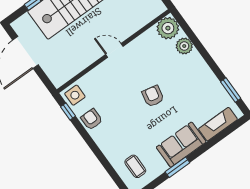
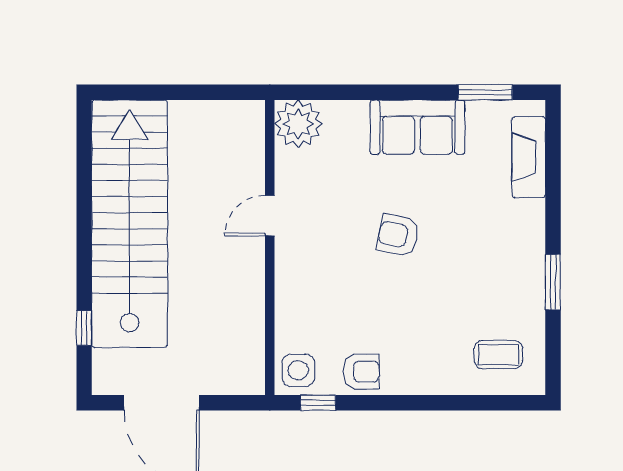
plant: (184, 46) -> (350, 118), removed
door: (114, 50) -> (270, 216), moved
armchair: (92, 119) -> (361, 371), turned 180
sofa: (181, 145) -> (417, 127), moved, turned -90

